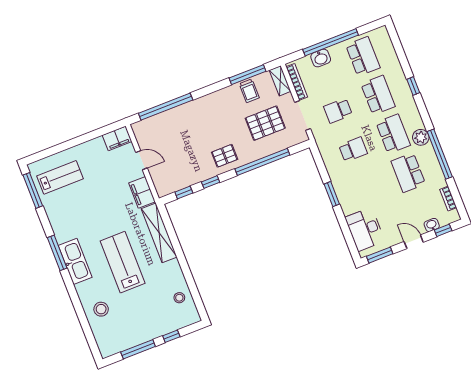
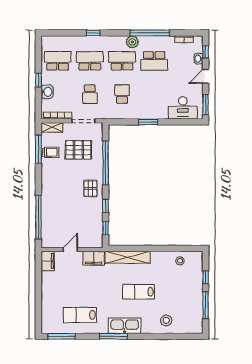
window: (331, 42) -> (38, 80), width x0.32
pallet: (265, 123) -> (78, 150), turned 90
lab bench: (60, 177) -> (80, 315), moved, turned -90
lab bench: (123, 262) -> (138, 292), width x0.73, depth x0.72

